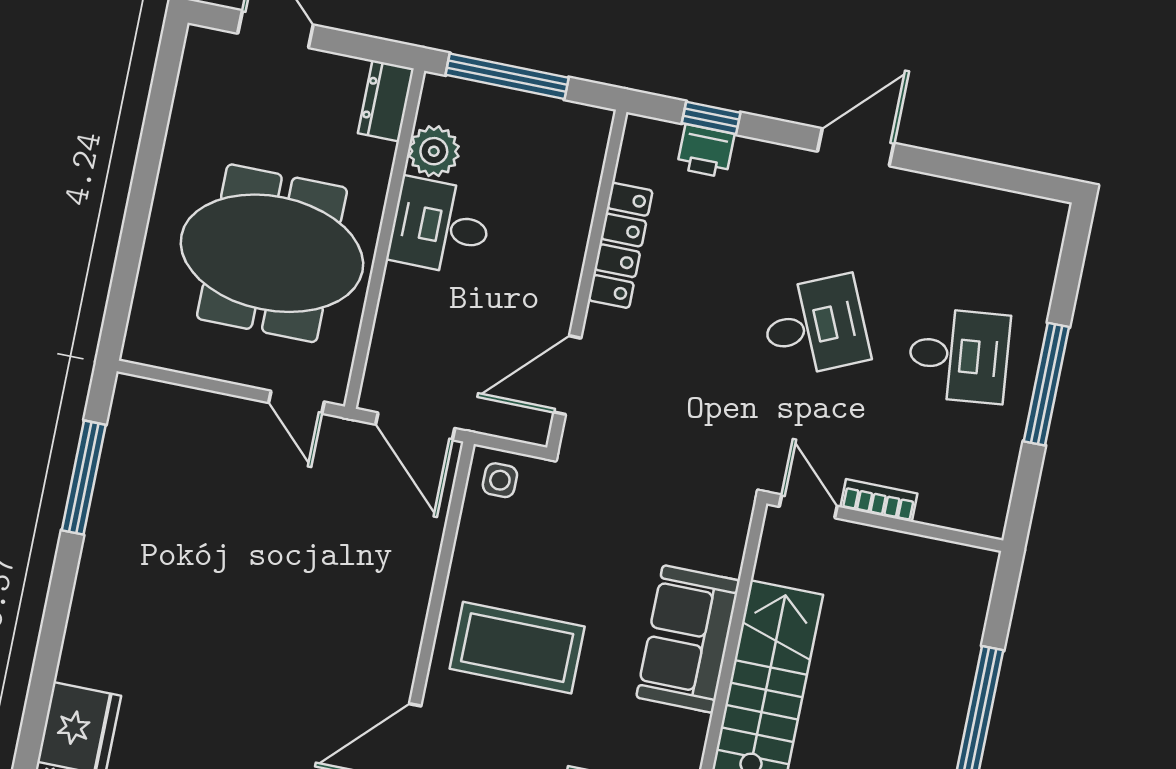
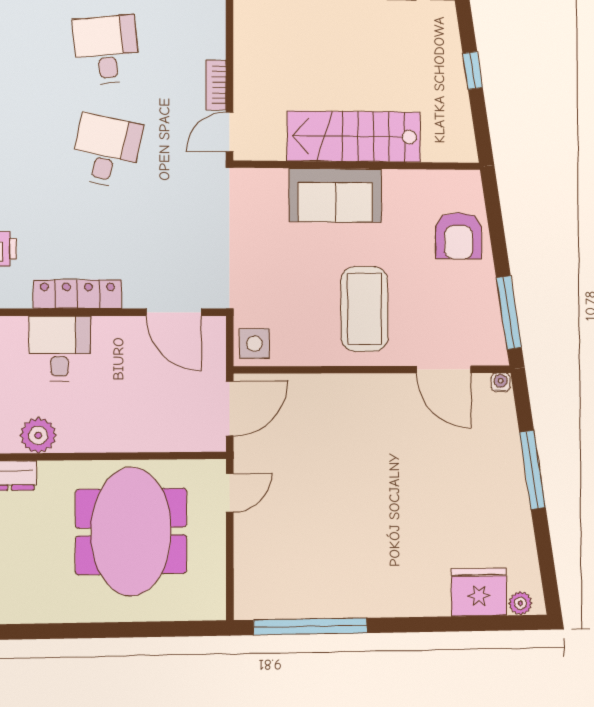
desk: (440, 226) -> (60, 349), moved, turned 180
desk: (815, 326) -> (106, 151), turned 36
window: (84, 478) -> (310, 626), width x1.46
side table: (500, 480) -> (254, 344), width x1.37, depth x1.37

